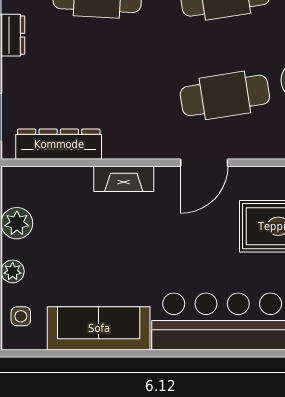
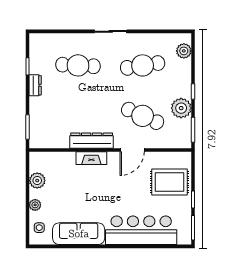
cafe table: (225, 95) -> (143, 116), turned 33
dresser: (59, 144) -> (92, 141), moved

